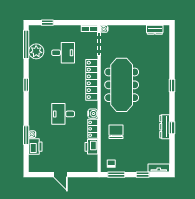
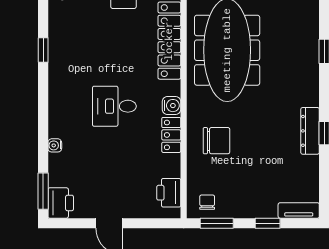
chair: (116, 132) -> (216, 141), turned 90
window: (26, 135) -> (43, 191), moved
printer: (35, 147) -> (61, 203), moved
printer: (91, 147) -> (169, 193), moved

